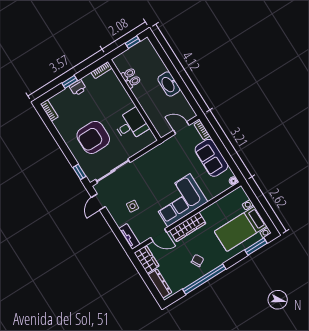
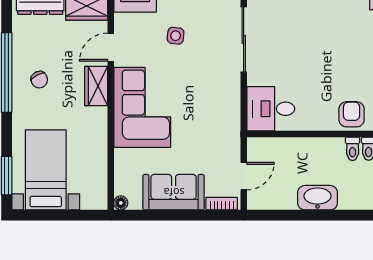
desk: (131, 125) -> (271, 109), moved, turned 90
armchair: (93, 137) -> (352, 114), moved, width x0.53, depth x0.53
wardrobe: (188, 227) -> (96, 86), width x0.67

